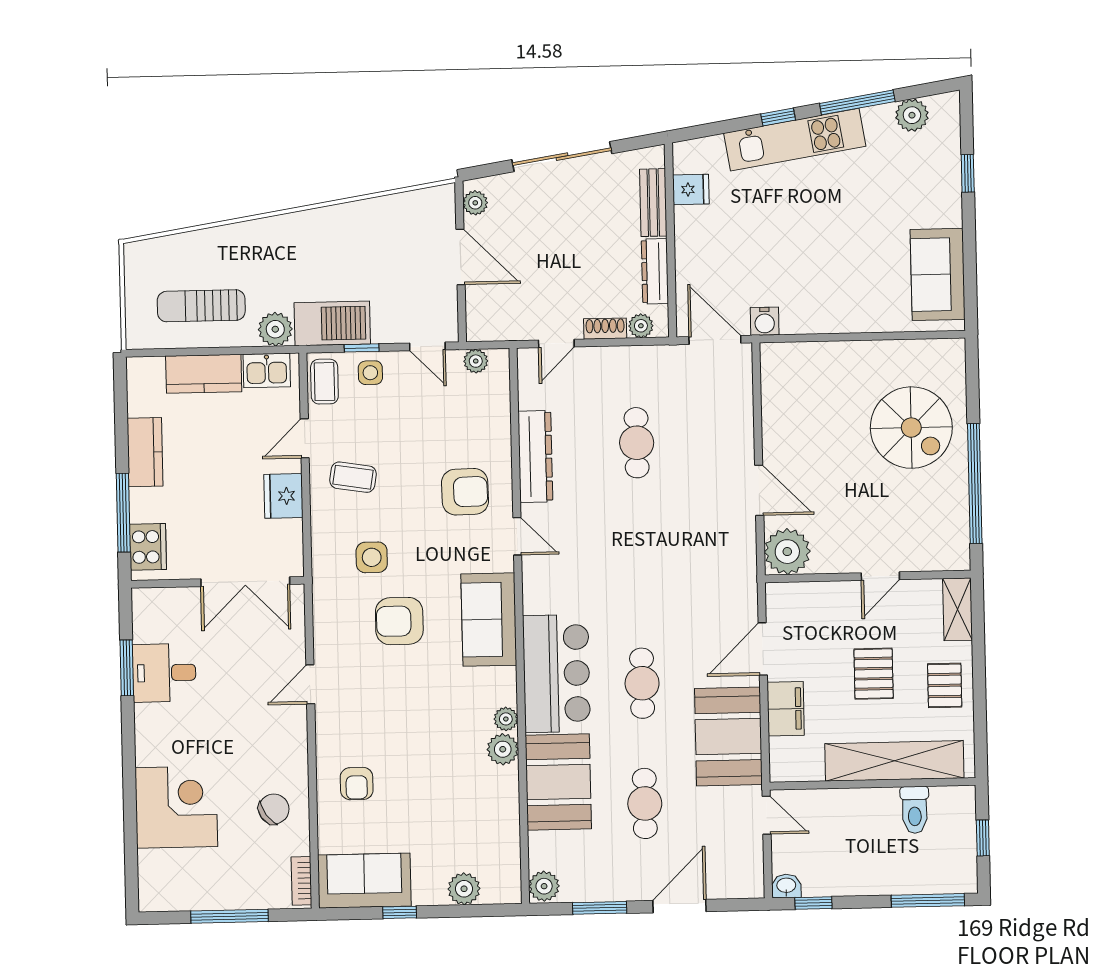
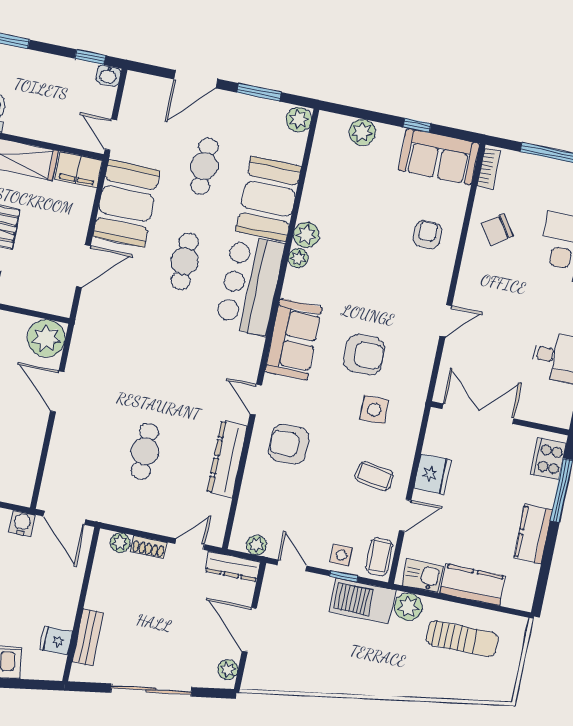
dresser: (655, 271) -> (233, 566), moved, turned 90
filing cabinet: (786, 709) -> (78, 170), moved, turned -90

